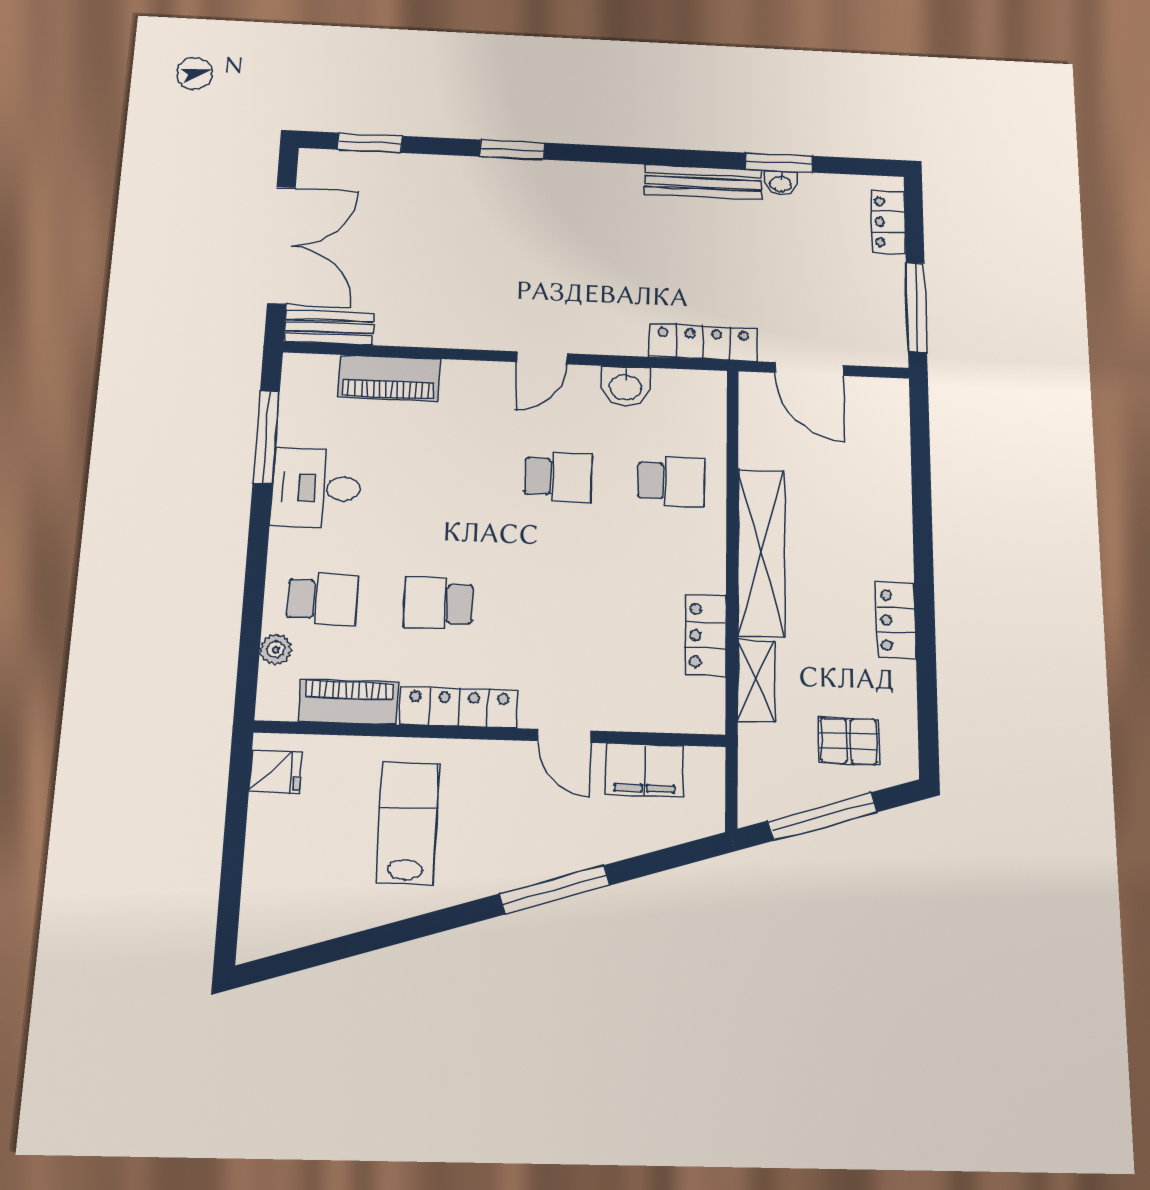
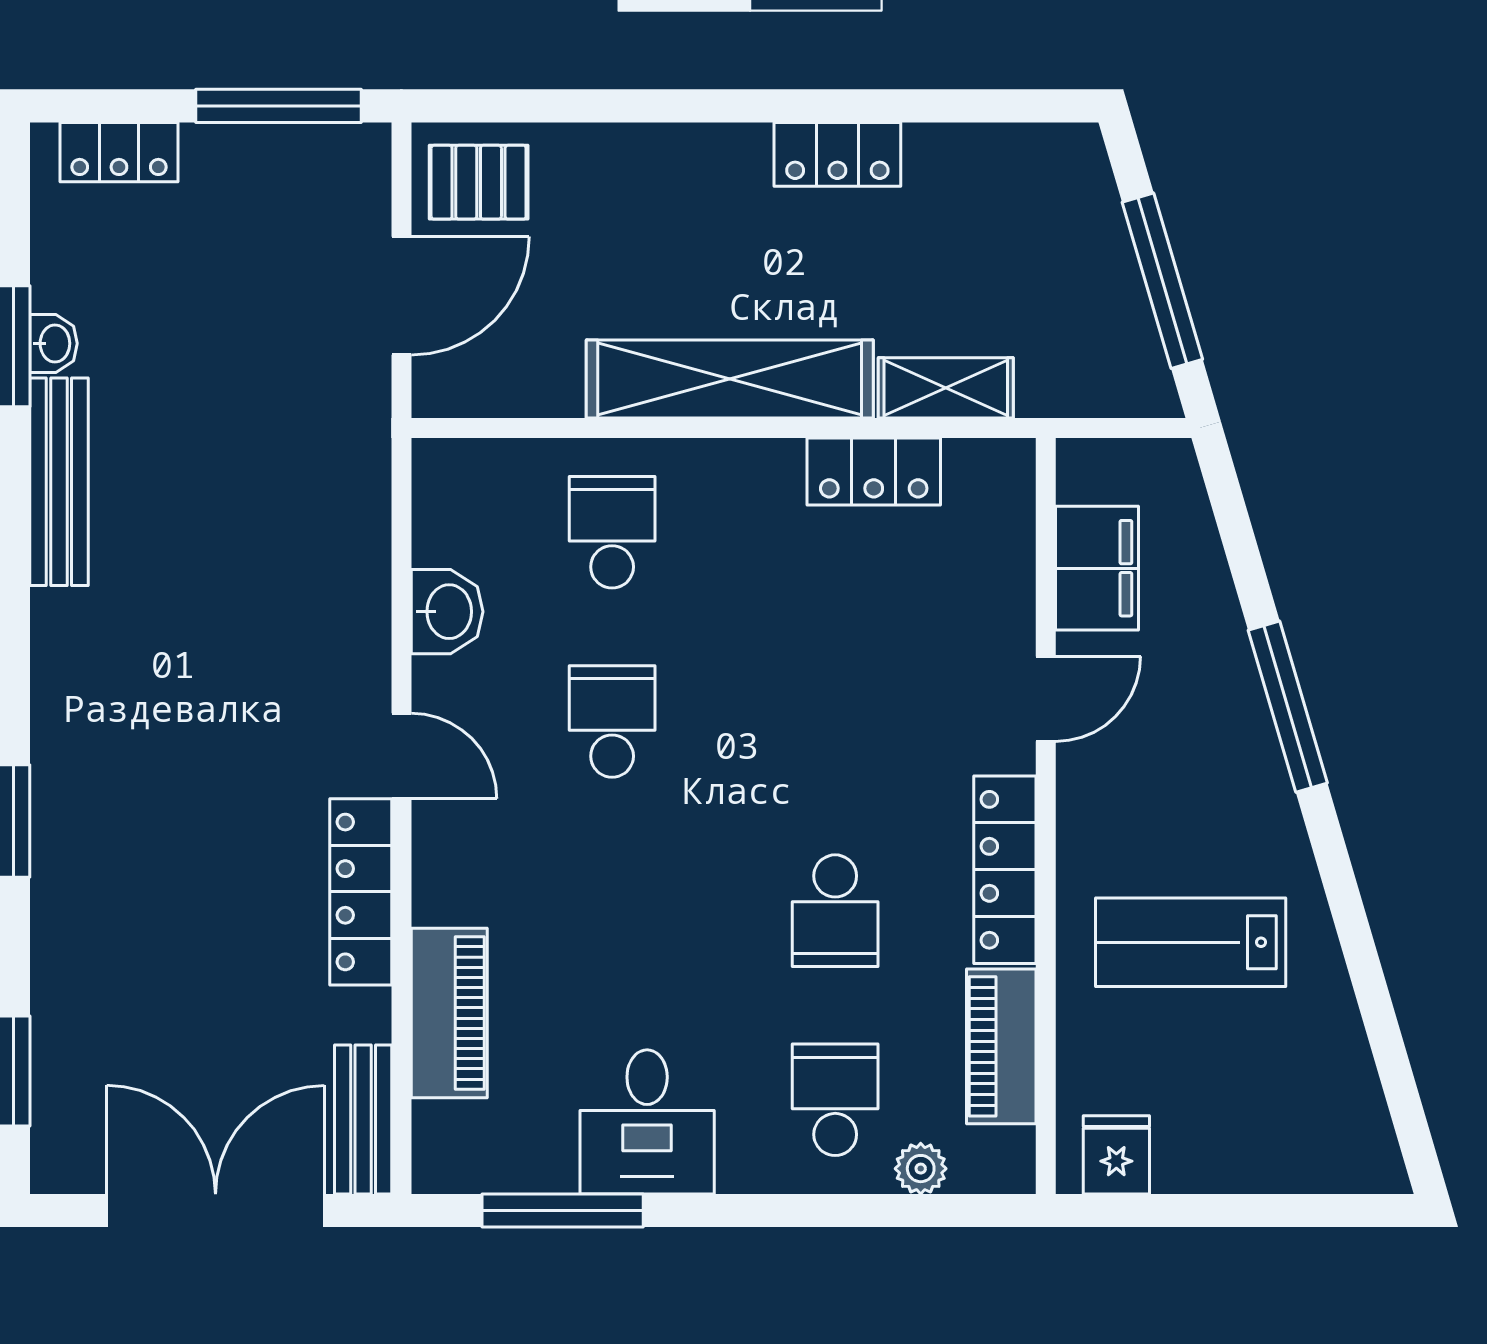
locker: (703, 342) -> (361, 892), moved
pallet: (849, 741) -> (479, 182), moved, turned 90

